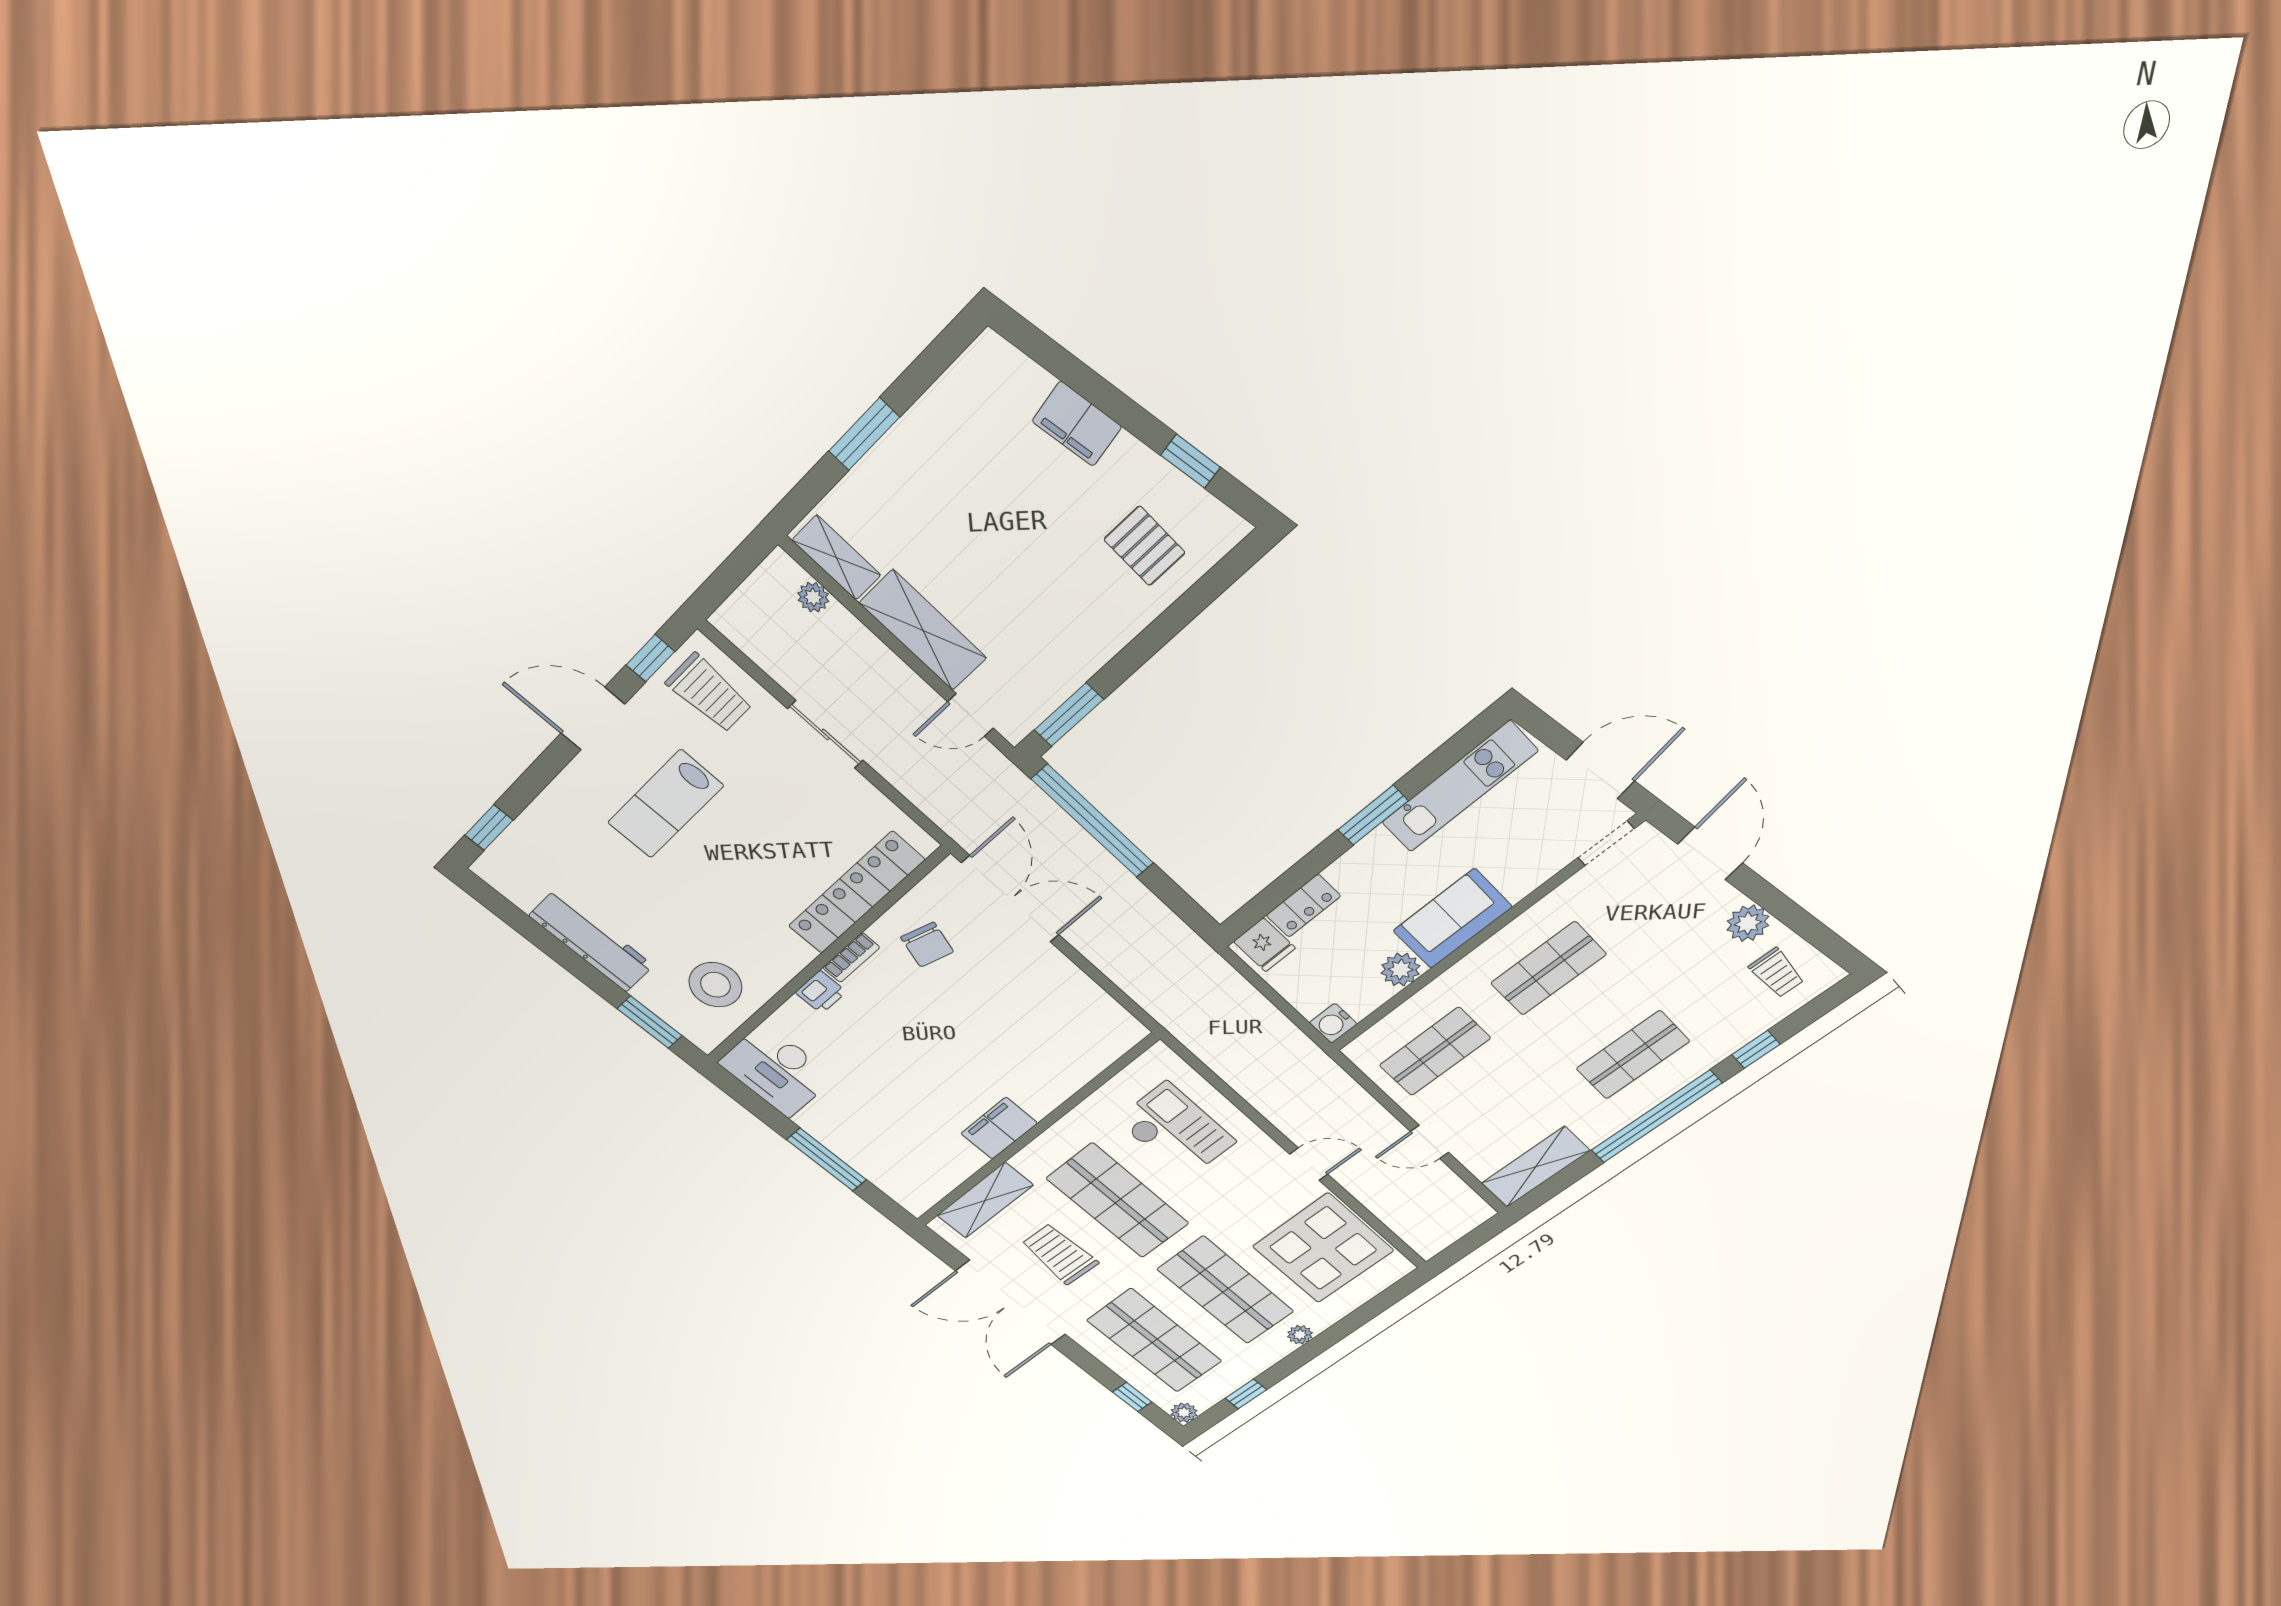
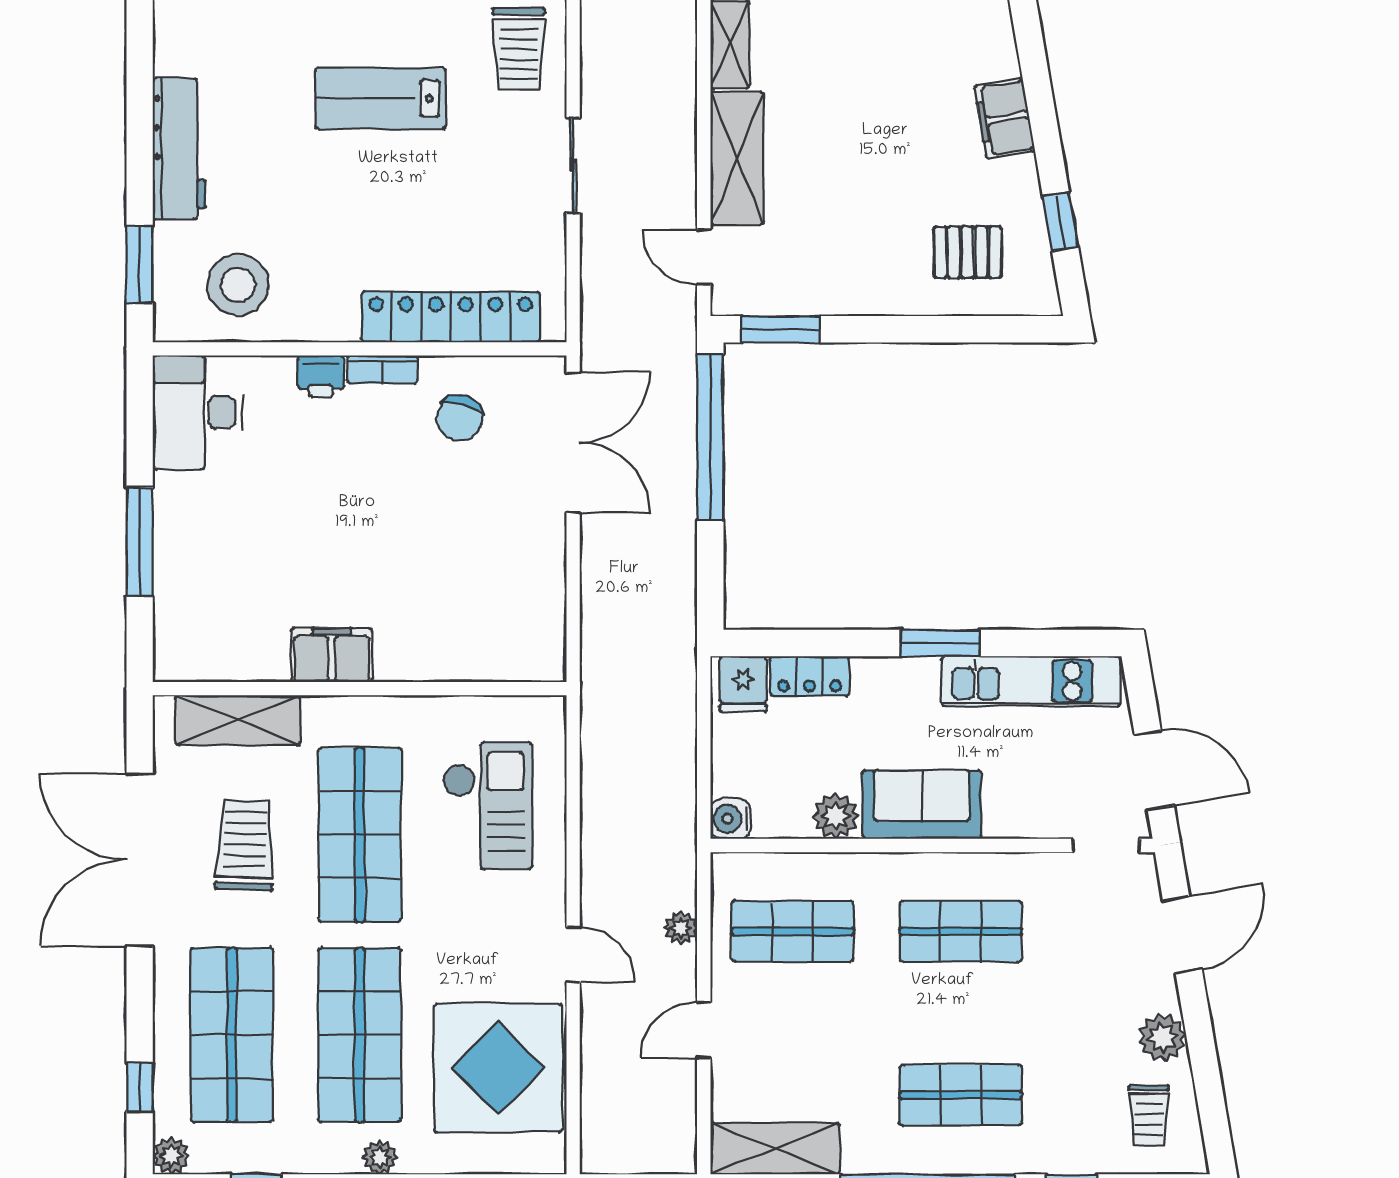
pallet: (1145, 546) -> (968, 252), turned 90
plant: (813, 597) -> (681, 928), moved
door: (1430, 1142) -> (704, 1030), hinge flipped

